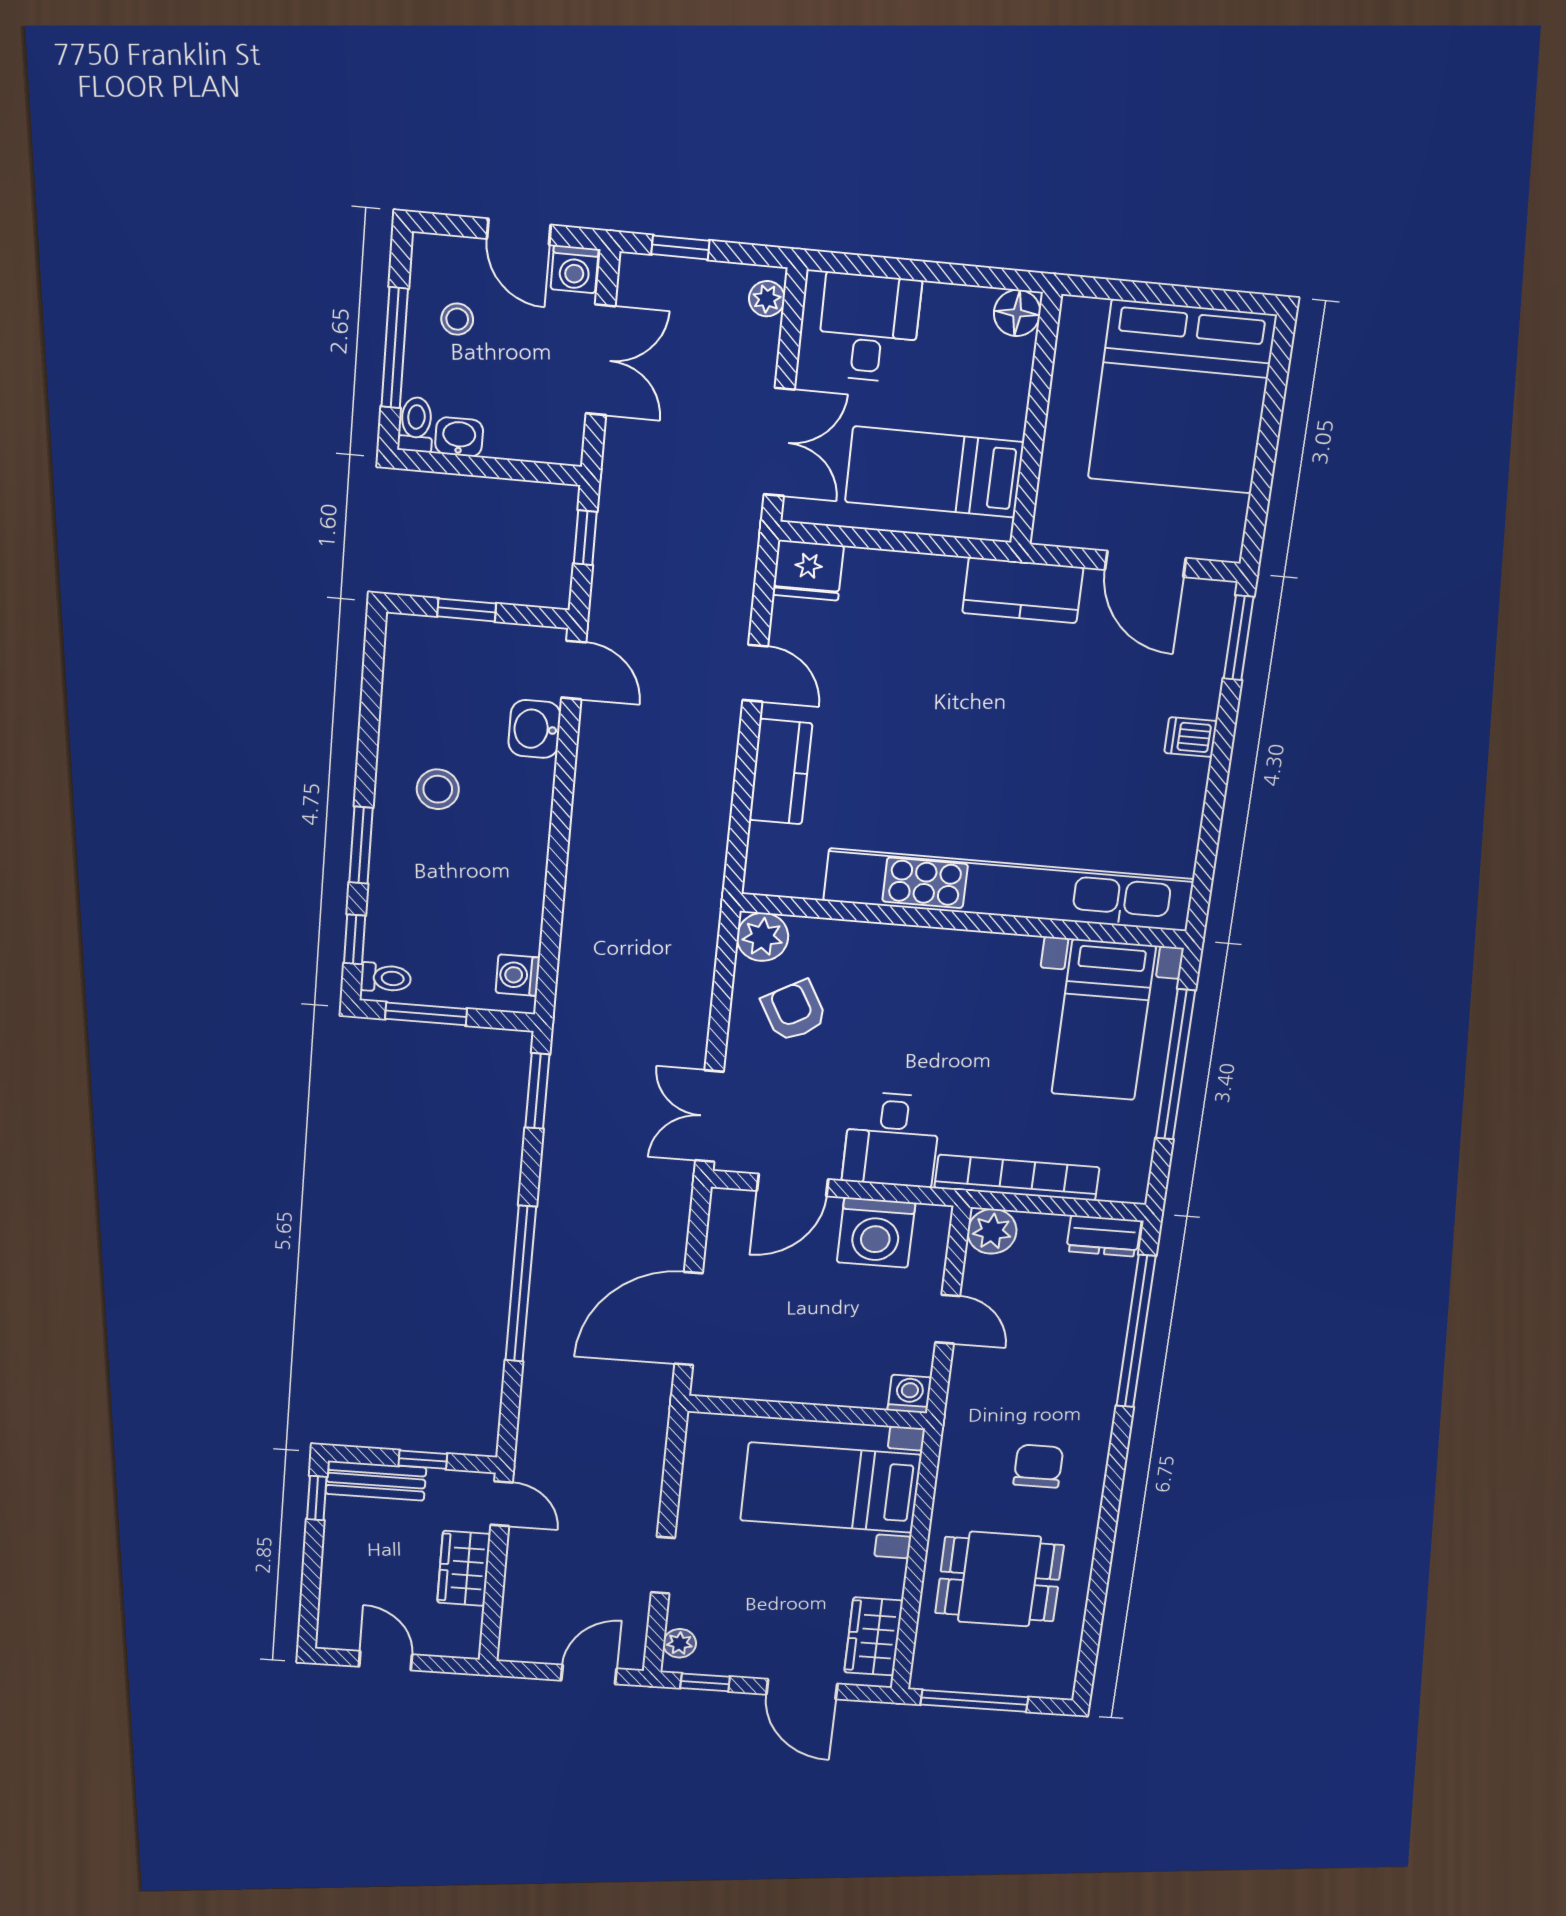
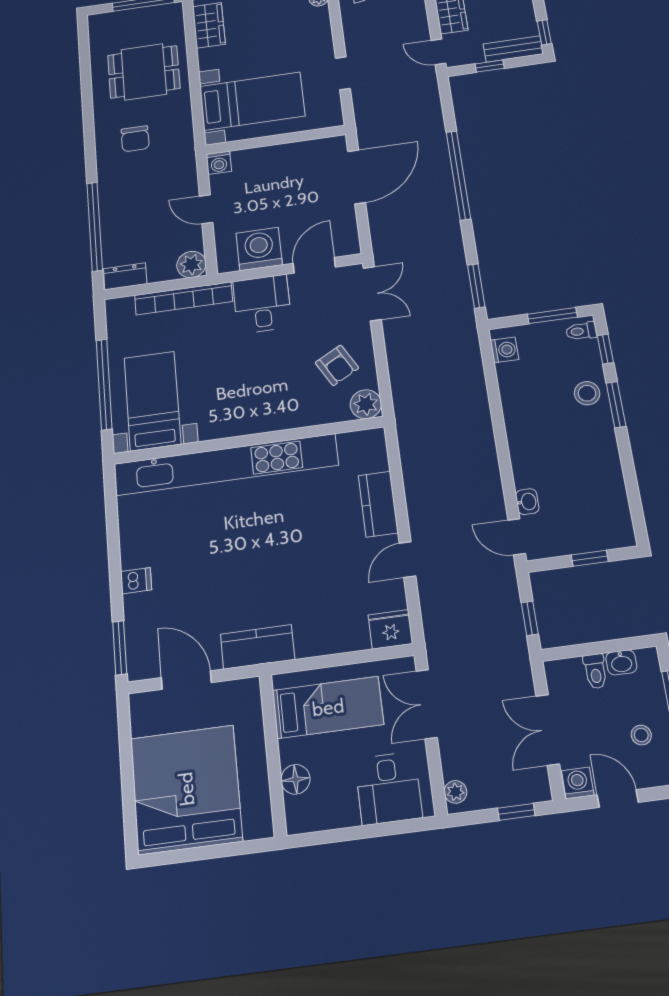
floor lamp: (1017, 313) -> (295, 779), moved
toilet: (416, 424) -> (595, 671), moved
door: (755, 673) -> (407, 560), hinge flipped
washbasin: (535, 729) -> (527, 502), width x0.72, depth x0.69
stool: (438, 789) -> (587, 393), moved
doorway: (663, 1565) -> (343, 73), moved

